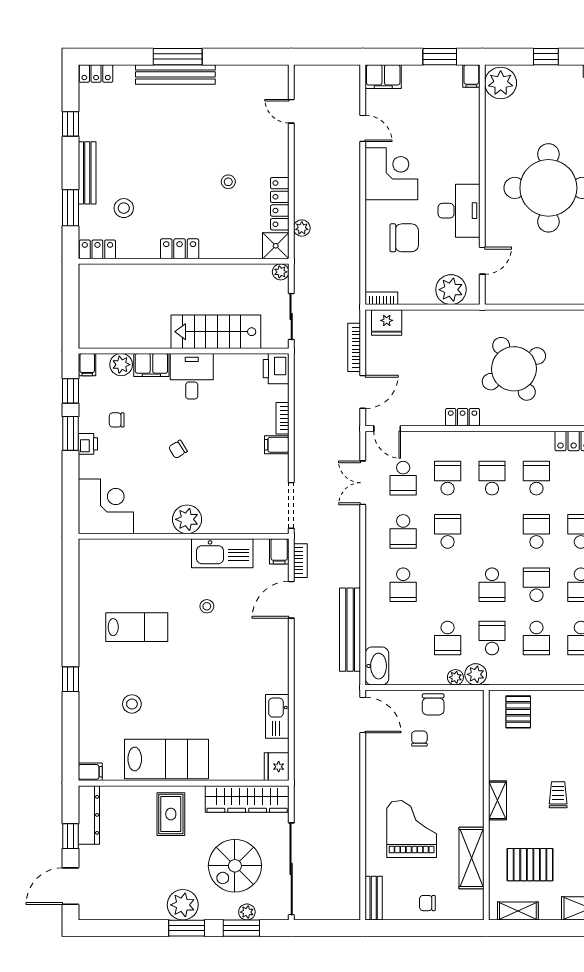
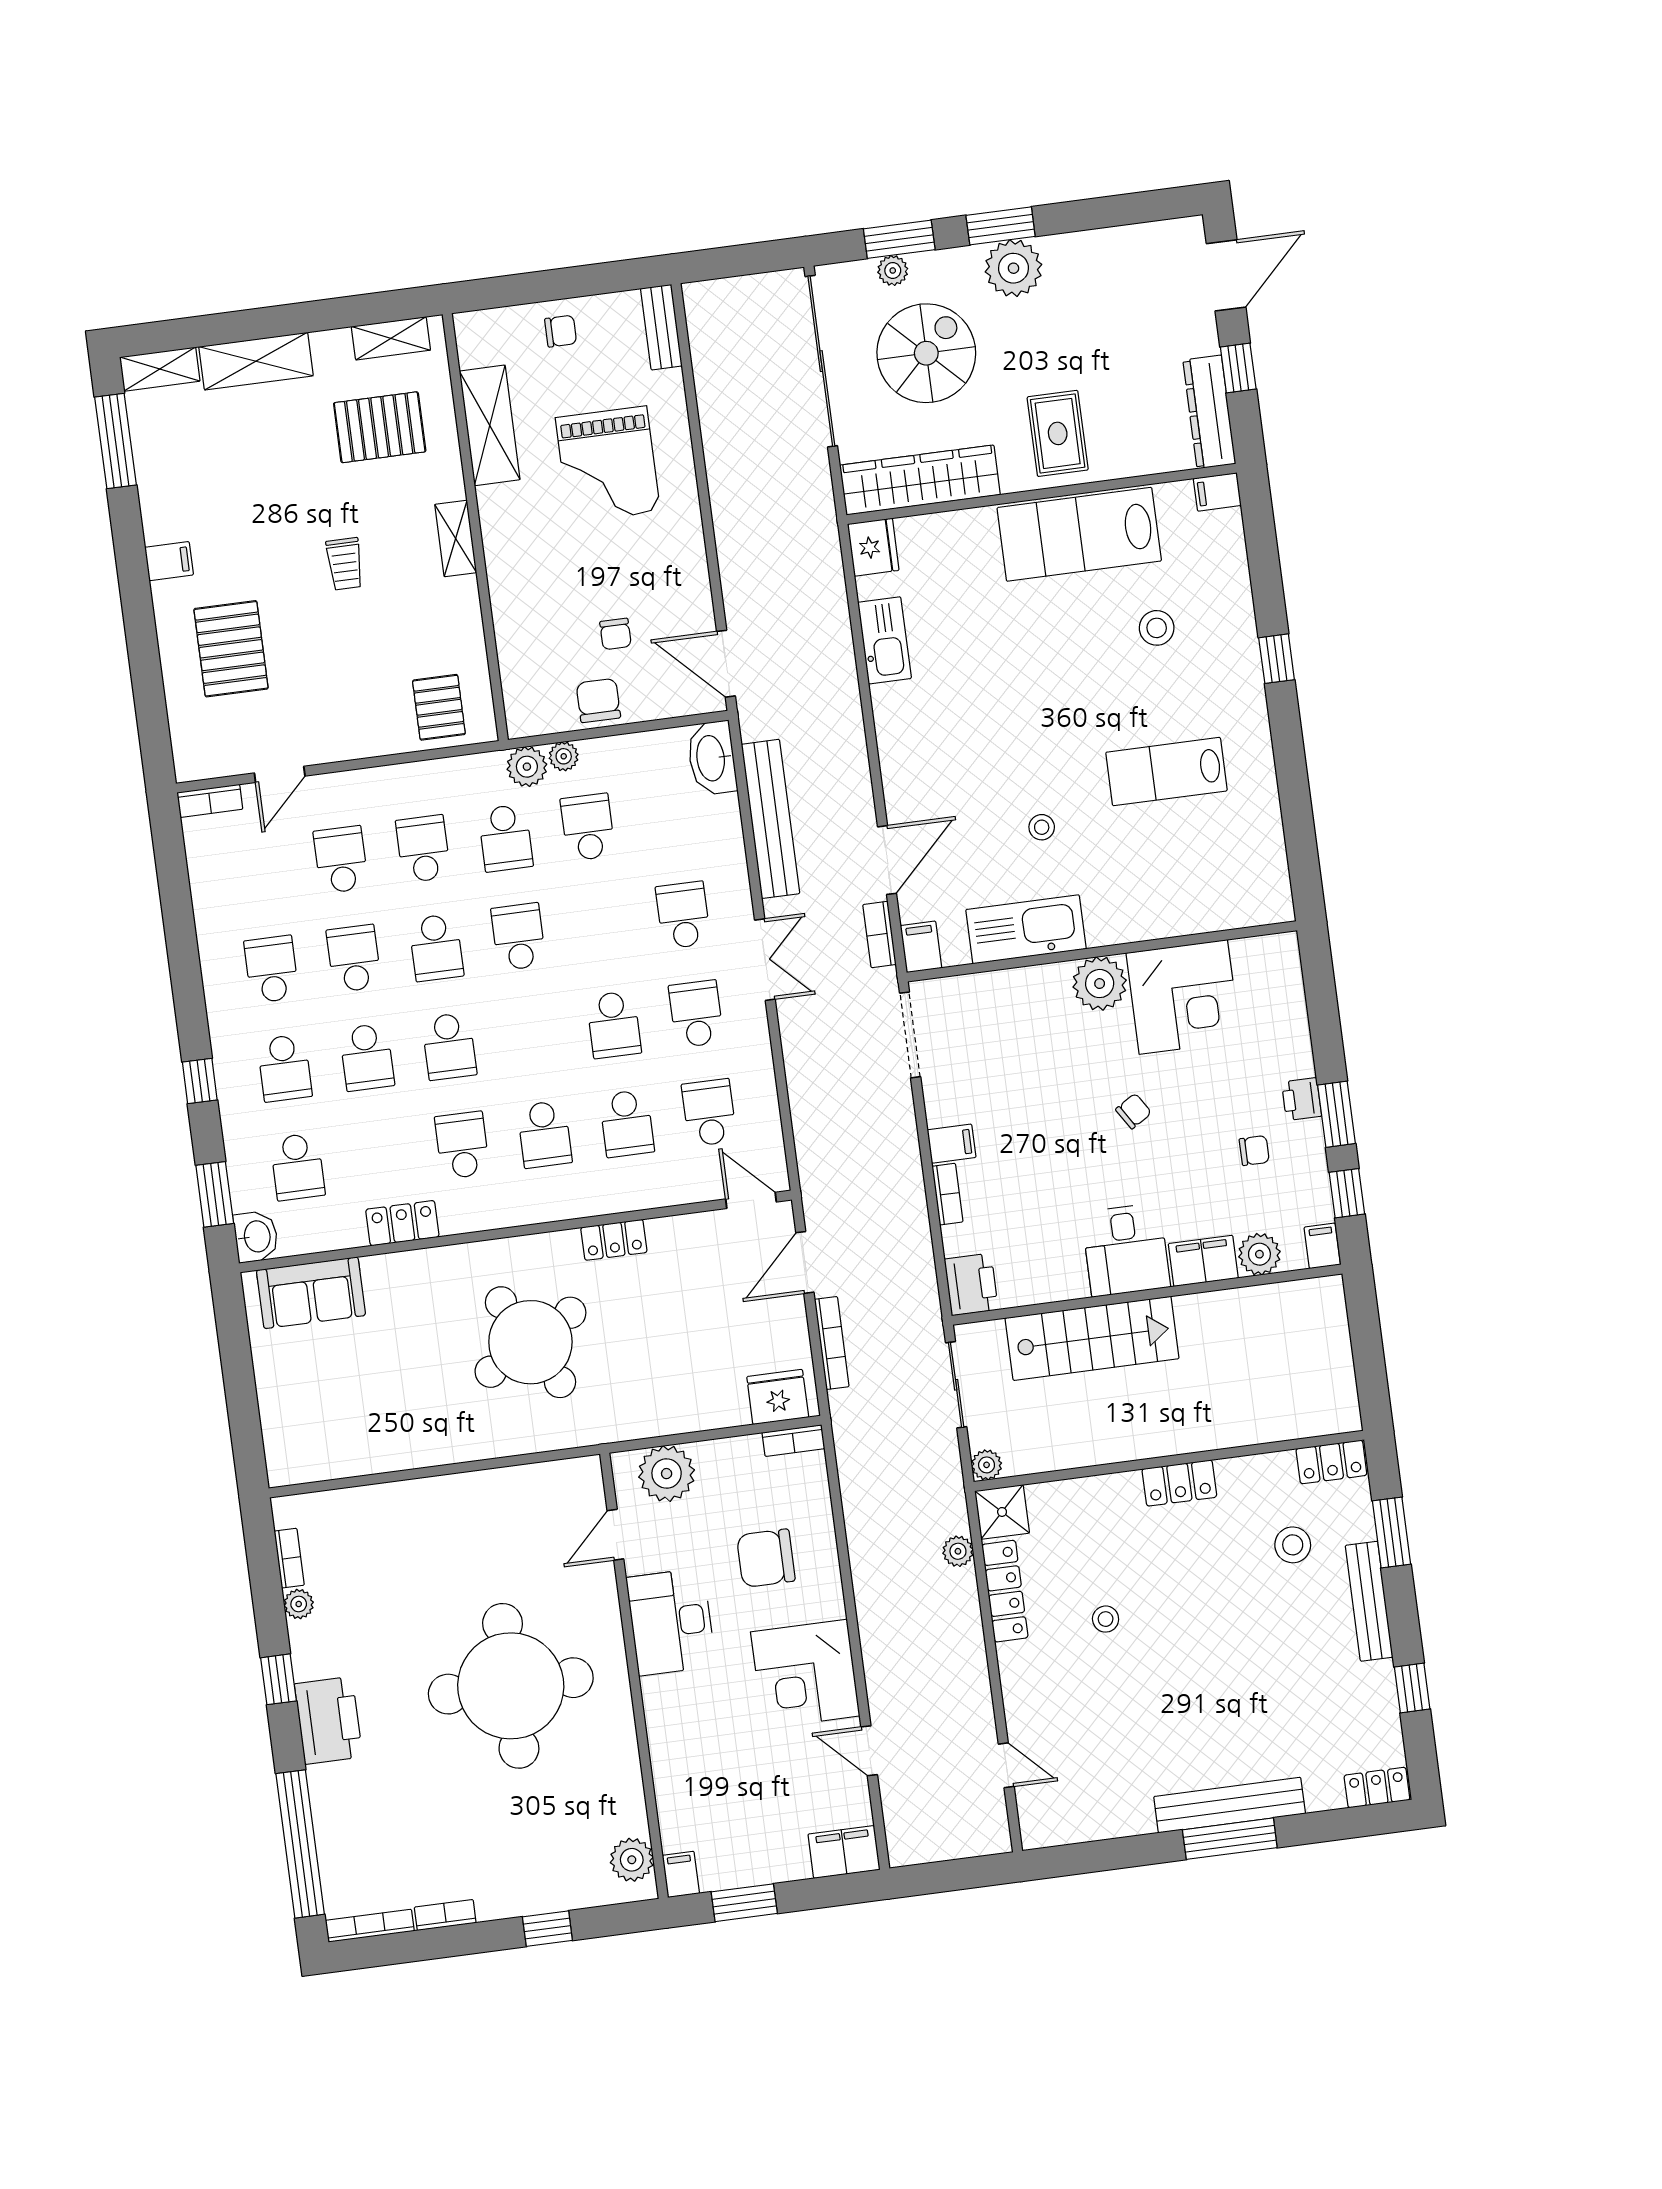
plant: (501, 83) -> (632, 1860), width x0.73, depth x0.73
school desk: (536, 478) -> (462, 1145), turned 180
double door: (363, 483) -> (765, 960), moved
corner desk: (106, 506) -> (1183, 997), moved, turned -90

